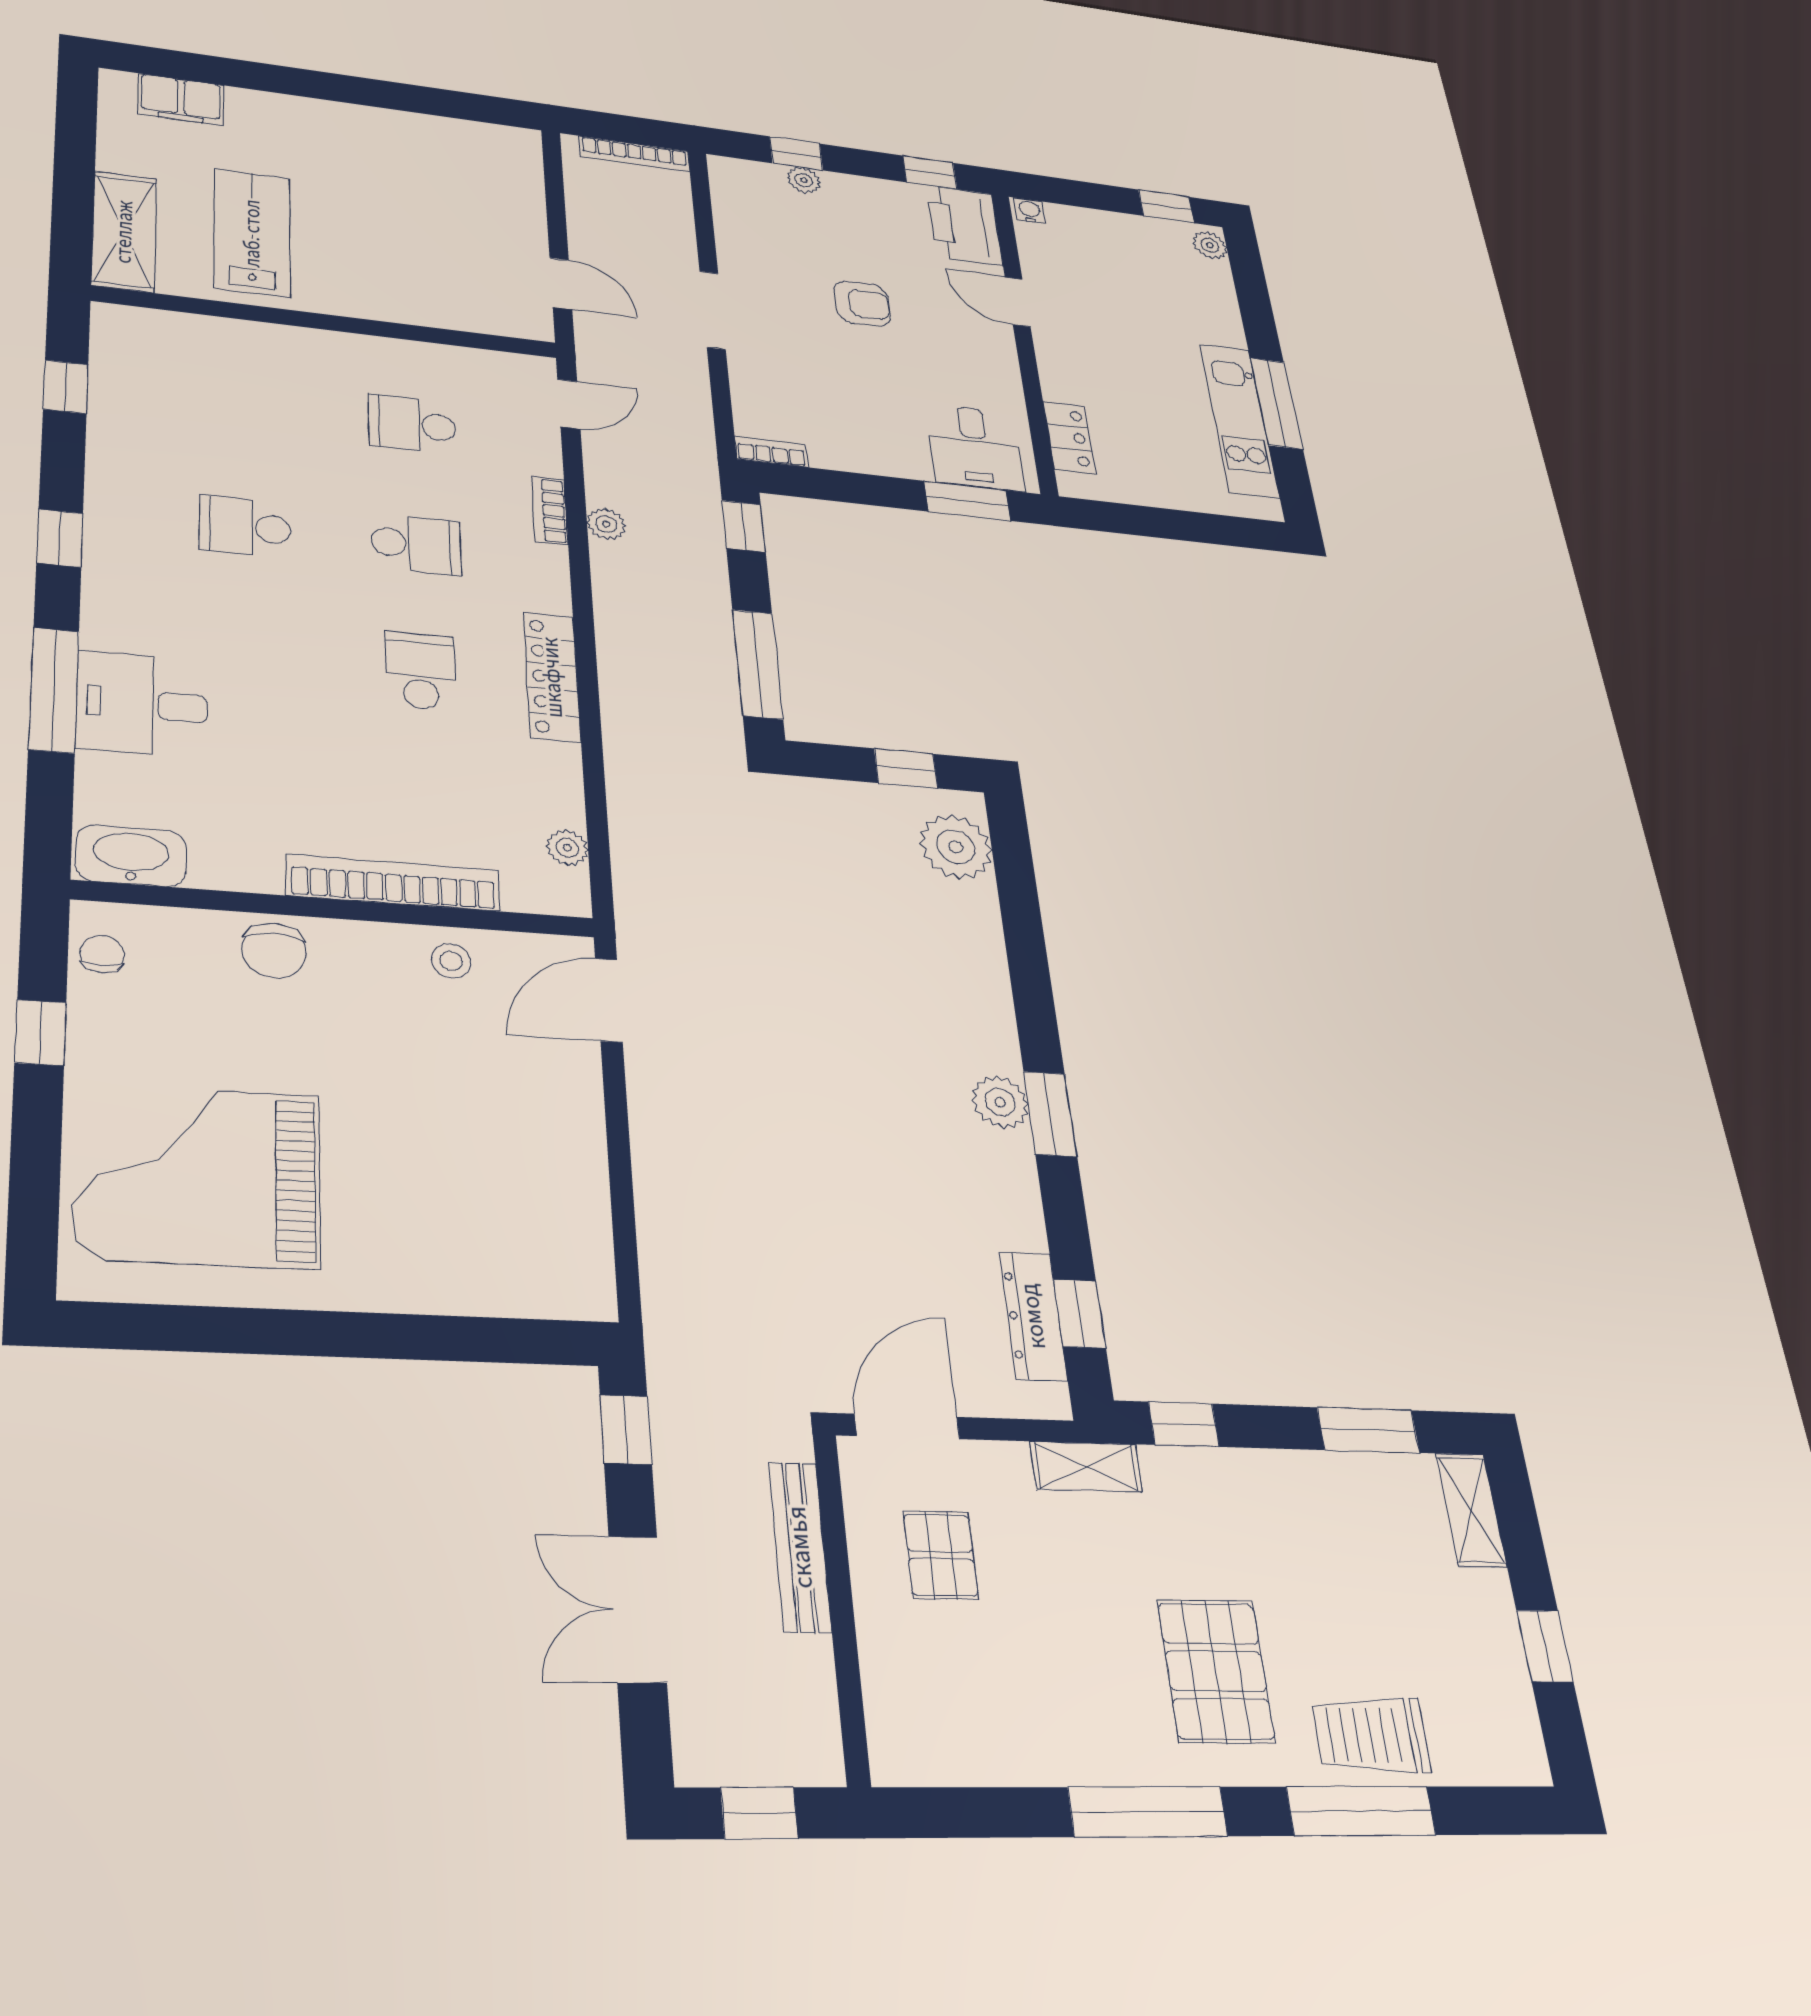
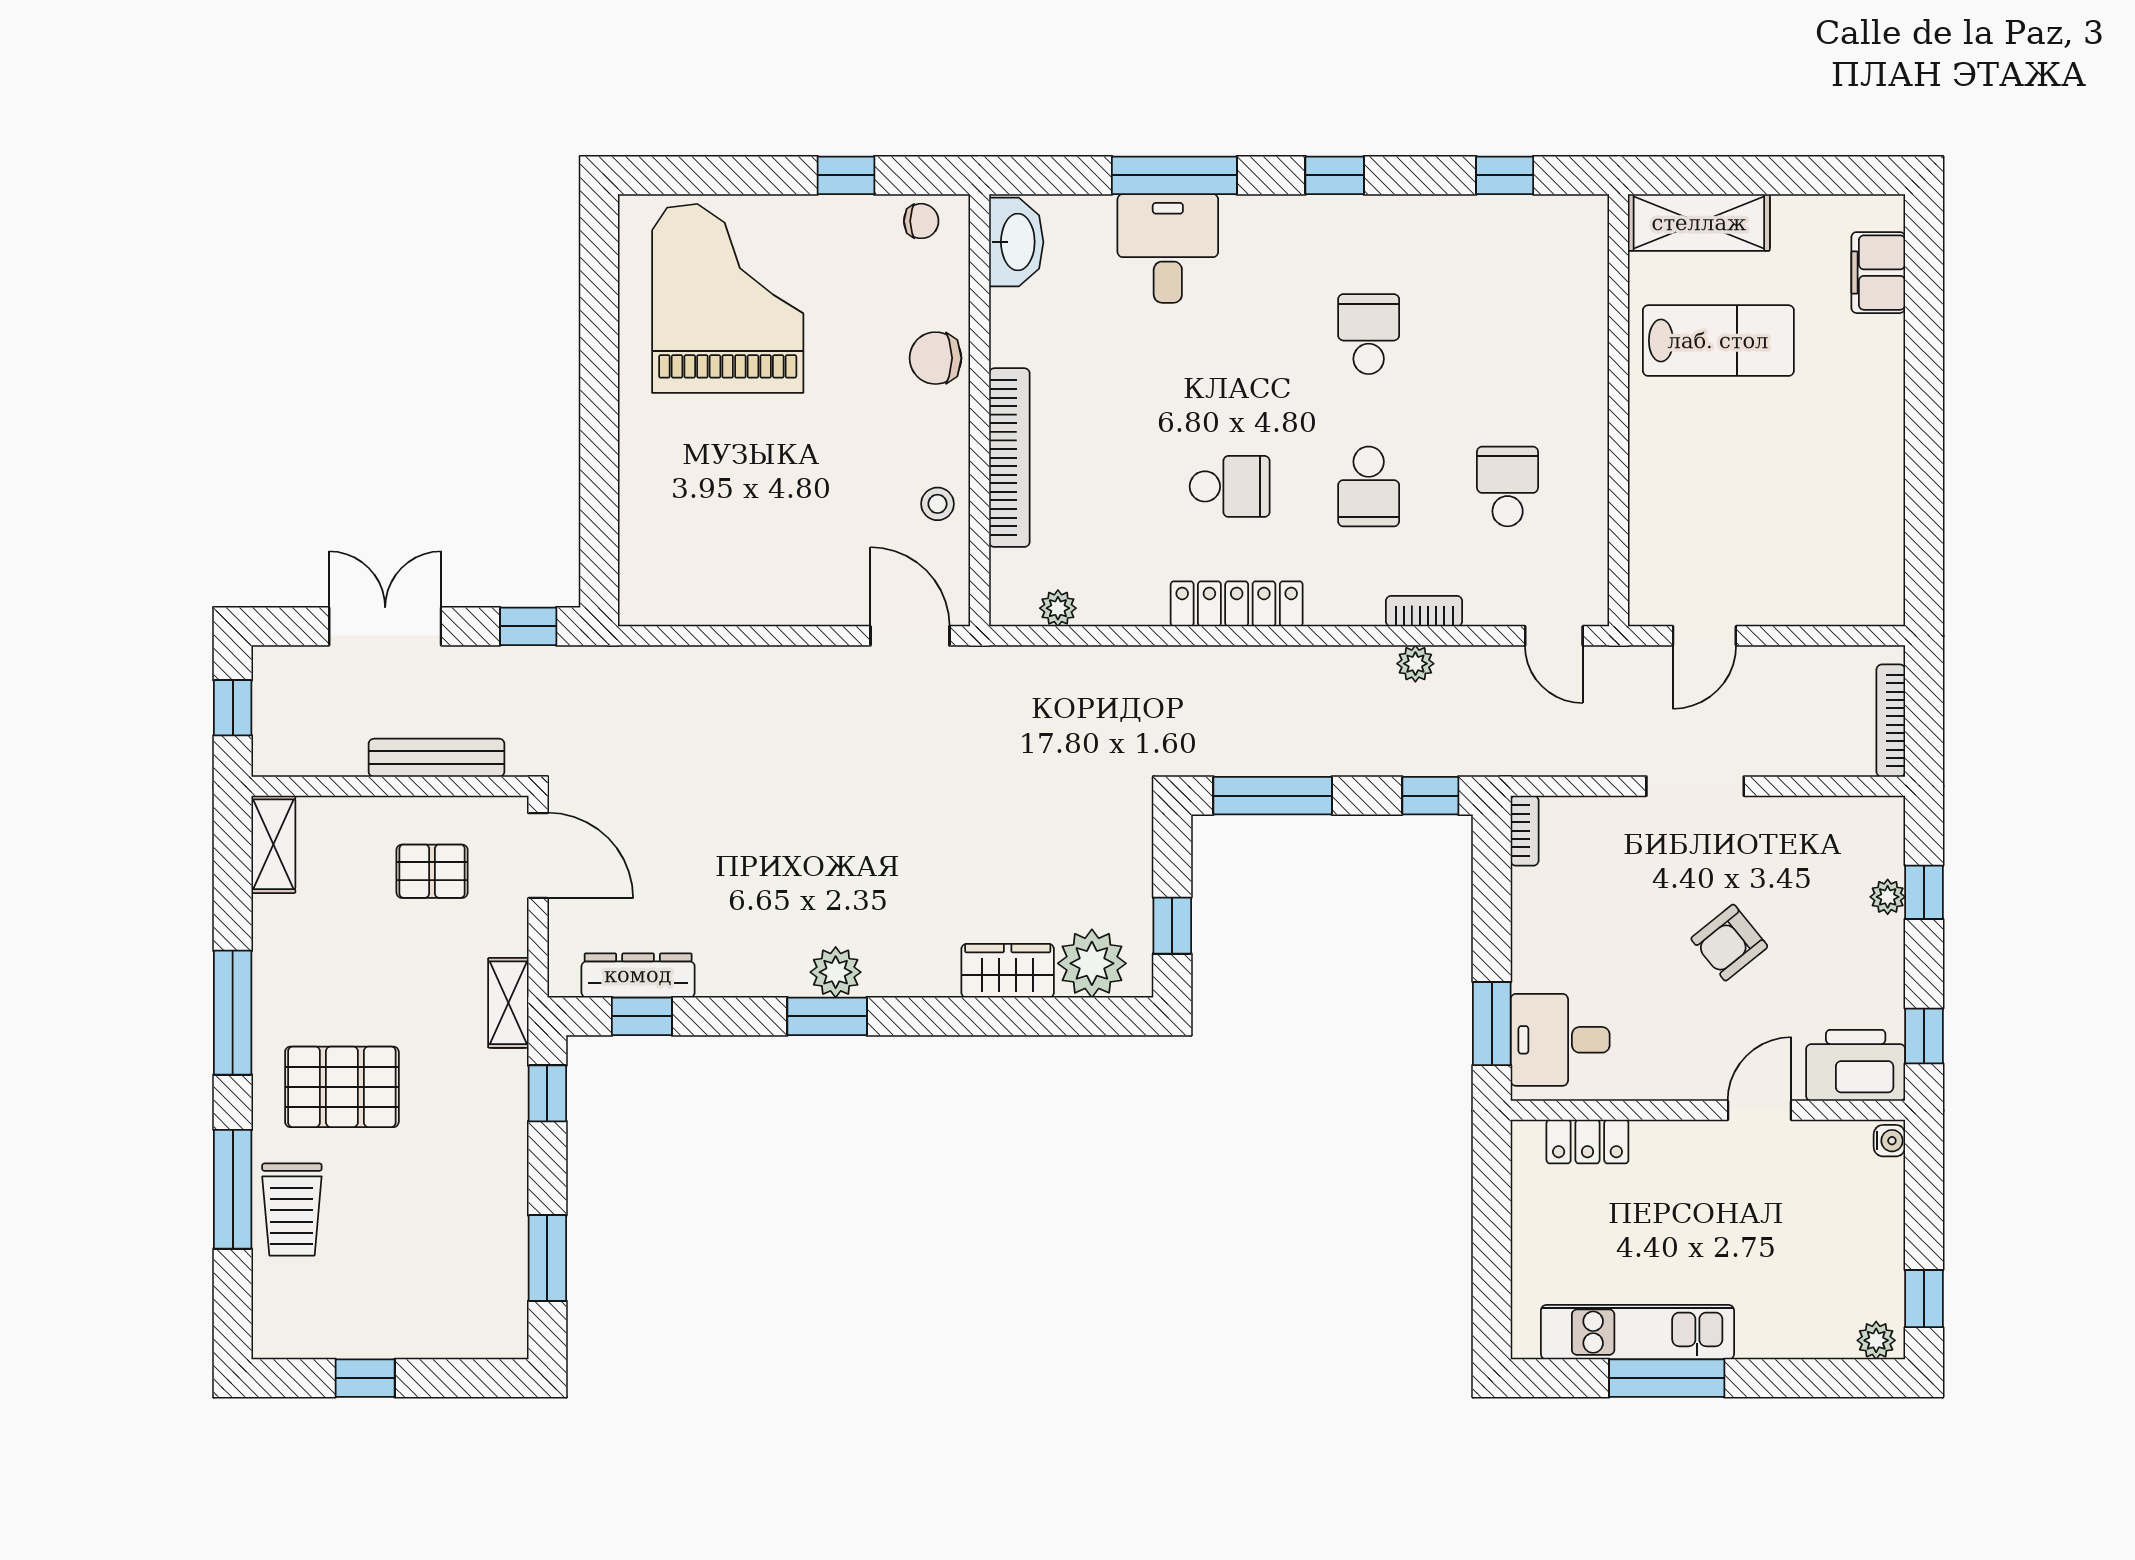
armchair: (862, 304) -> (1729, 943), turned 51
wardrobe: (975, 929) -> (1008, 971), added
shelving: (1471, 1510) -> (273, 844), moved, turned 90
trolley: (1371, 1735) -> (292, 1210), turned 180

